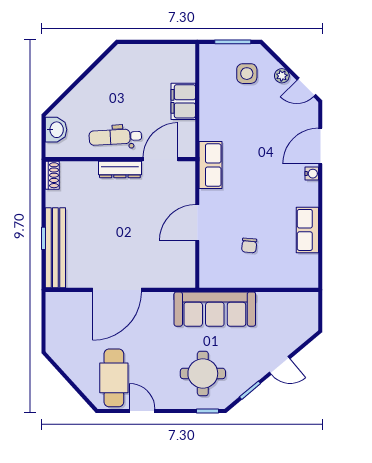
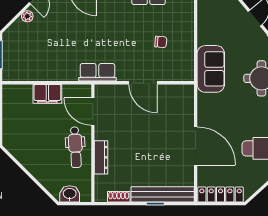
side table: (247, 74) -> (25, 44), removed
dresser: (120, 169) -> (101, 157), moved
shoe rack: (52, 175) -> (119, 197), moved
sofa: (215, 309) -> (211, 69), width x0.73
locker: (55, 321) -> (221, 194), added

